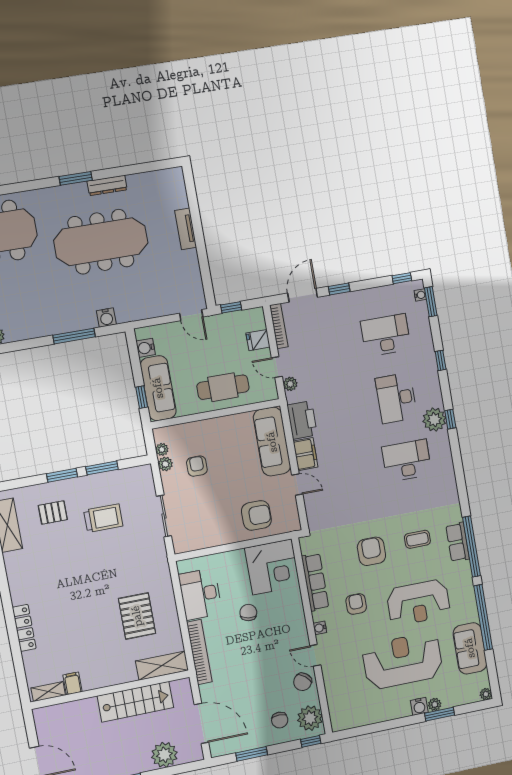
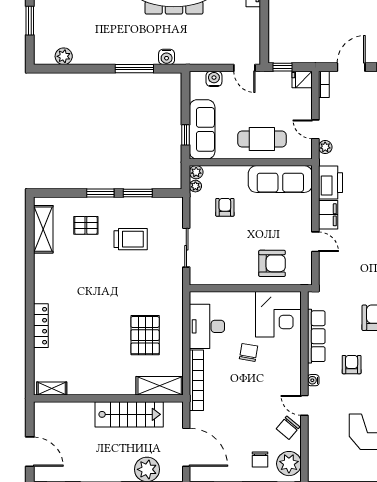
bookcase: (279, 326) -> (324, 84), width x0.64
fridge: (258, 340) -> (302, 79), moved
water cooler: (146, 348) -> (214, 79), moved, turned 90
sofa: (272, 442) -> (280, 179), moved, turned -90
plant: (165, 464) -> (196, 172), moved
filing cabinet: (73, 683) -> (75, 386), removed

